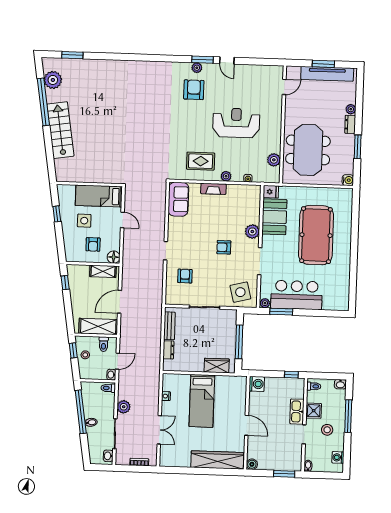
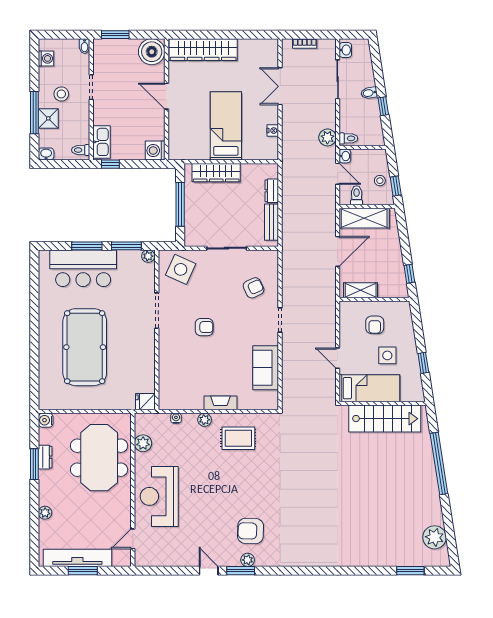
armchair: (194, 90) -> (250, 531), turned 92
window: (43, 102) -> (439, 464), moved
reception desk: (236, 123) -> (159, 496), moved, turned 90
dresser: (350, 124) -> (45, 457), moved
stairs: (60, 130) -> (385, 419), moved, turned -81
sofa: (178, 199) -> (266, 368), moved
booth: (274, 217) -> (140, 369), removed
plant: (252, 232) -> (168, 349), removed
armchair: (93, 244) -> (375, 325), turned 180
floor lamp: (114, 257) -> (347, 309), removed
armchair: (185, 276) -> (254, 288), turned -115
side table: (240, 292) -> (181, 269), turned 38
bar counter: (297, 295) -> (83, 268), moved
window: (312, 313) -> (87, 246), added
door: (117, 361) -> (338, 174), swing flipped
wardrobe: (217, 366) -> (216, 173), width x1.50
plant: (124, 407) -> (327, 137), moved
shower: (314, 411) -> (48, 118), moved
window: (81, 412) -> (383, 106), width x0.32
kitchen sink: (297, 412) -> (101, 142), moved
boiler: (252, 464) -> (152, 52), width x1.86, depth x1.86

